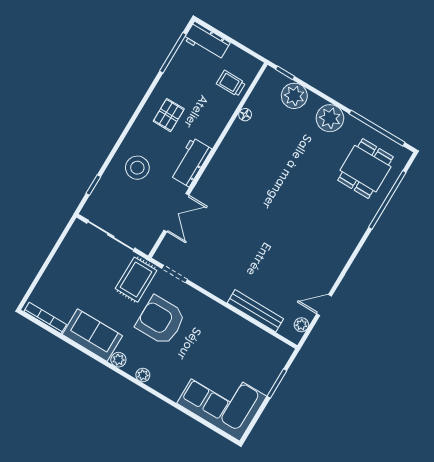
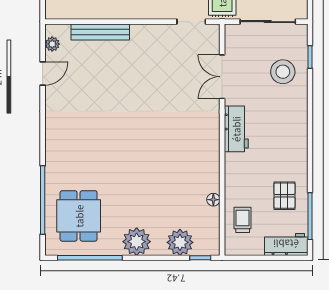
trolley: (231, 83) -> (243, 220), turned -90
pallet: (169, 115) -> (284, 196), moved
stool: (137, 168) -> (283, 72), moved

